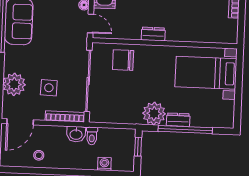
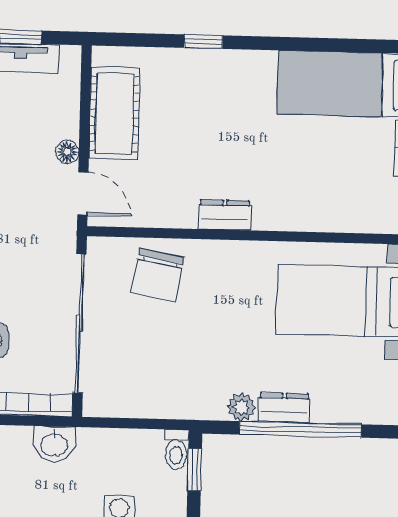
chair: (123, 60) -> (158, 275), turned -80
plant: (154, 114) -> (241, 407), width x0.53, depth x0.53
toilet: (92, 136) -> (176, 450), moved

